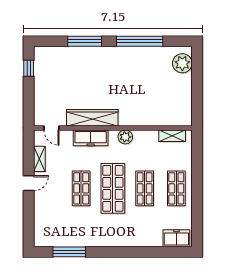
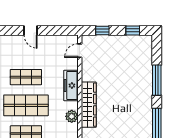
window: (29, 102) -> (102, 30), added
wardrobe: (92, 118) -> (89, 105), moved
shelving: (39, 159) -> (52, 40), removed

